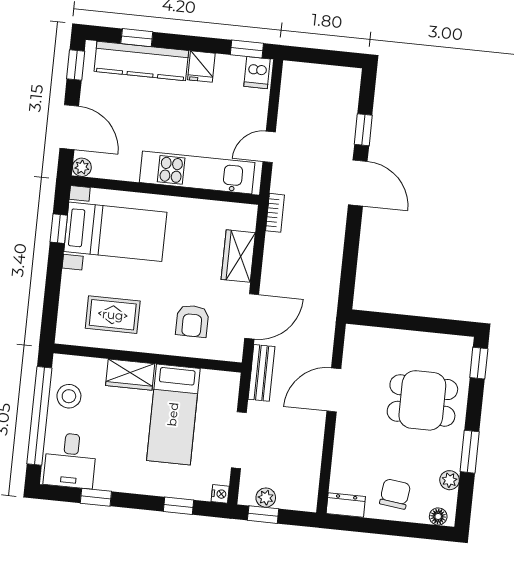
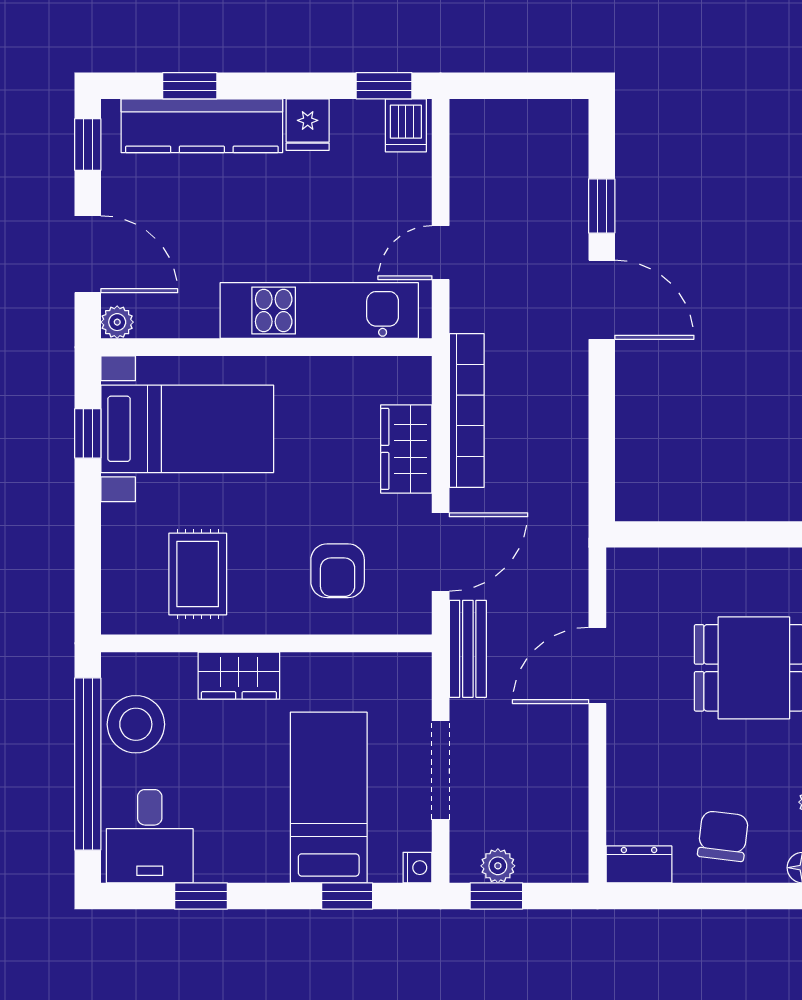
bookcase: (275, 213) -> (467, 410), width x2.31, depth x1.31
rug: (113, 315) -> (198, 574), turned 90
stool: (69, 396) -> (136, 724), width x1.38, depth x1.38
bed: (173, 414) -> (329, 798), moved, turned 180

